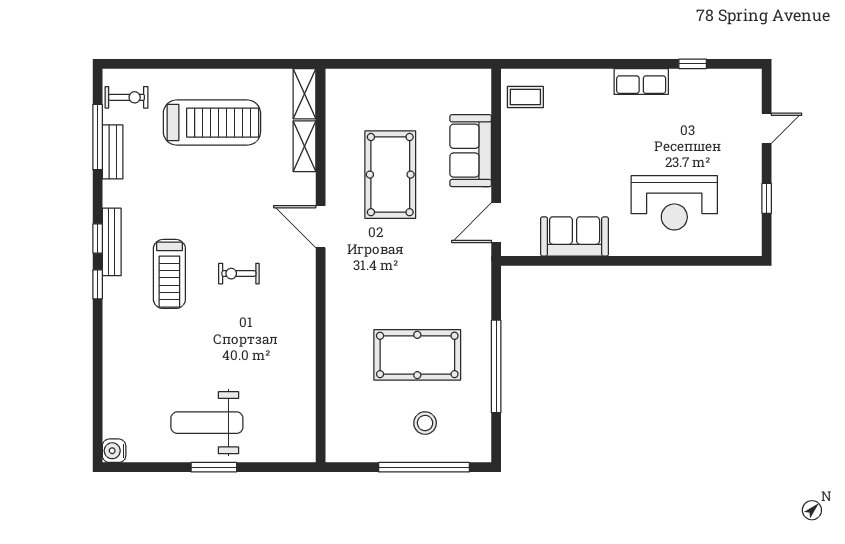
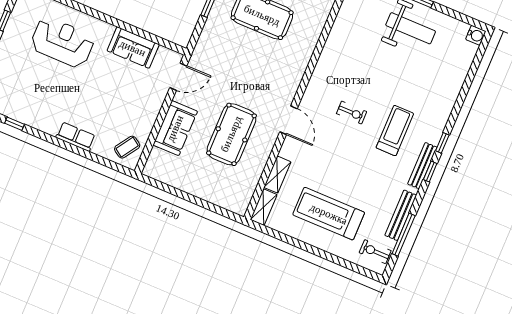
row of seats: (641, 82) -> (76, 137), moved
coffee table: (525, 97) -> (127, 147), turned -56
bench: (113, 152) -> (401, 215), width x1.36

